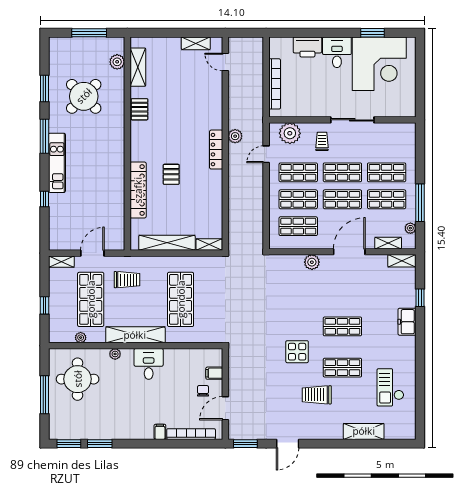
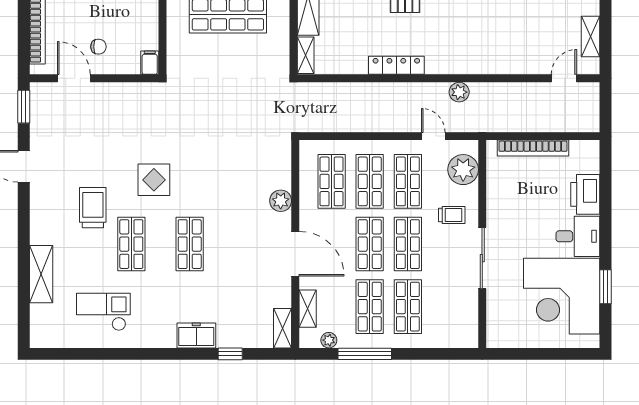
locker: (216, 150) -> (396, 65), moved
filing cabinet: (214, 373) -> (150, 63), moved

